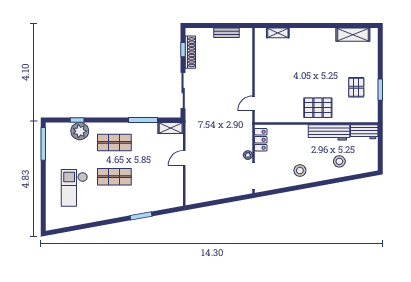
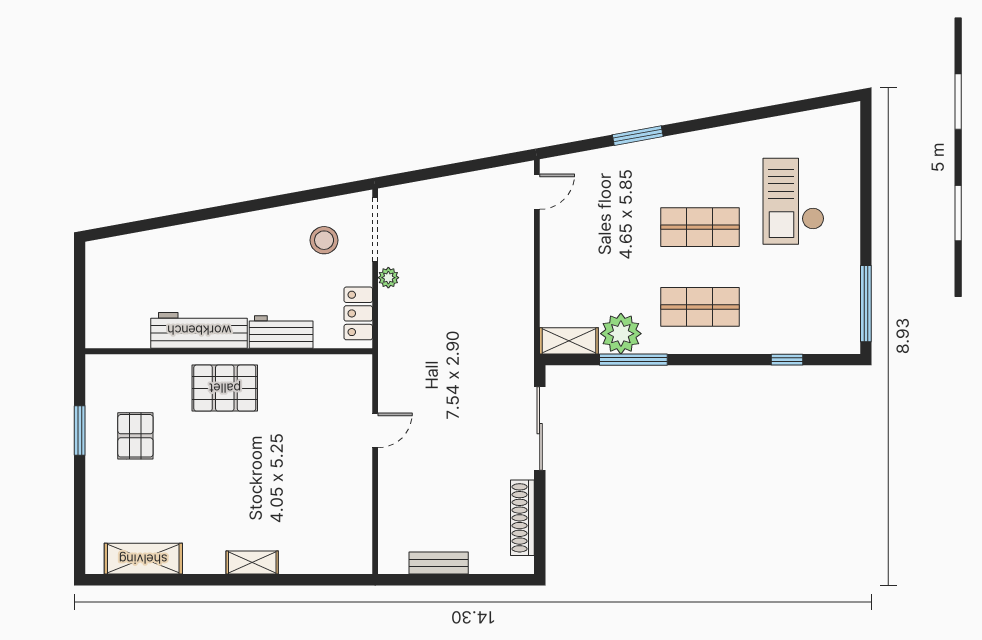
shelving: (278, 33) -> (252, 563), moved
window: (183, 50) -> (540, 524), removed
door: (254, 103) -> (375, 430), moved
plant: (80, 131) -> (621, 334), moved
workbench: (364, 132) -> (281, 332), moved
door: (184, 158) -> (537, 192), moved
stool: (339, 161) -> (175, 263), removed
stool: (300, 171) -> (324, 240), moved
checkout: (74, 188) -> (794, 201), turned 180

